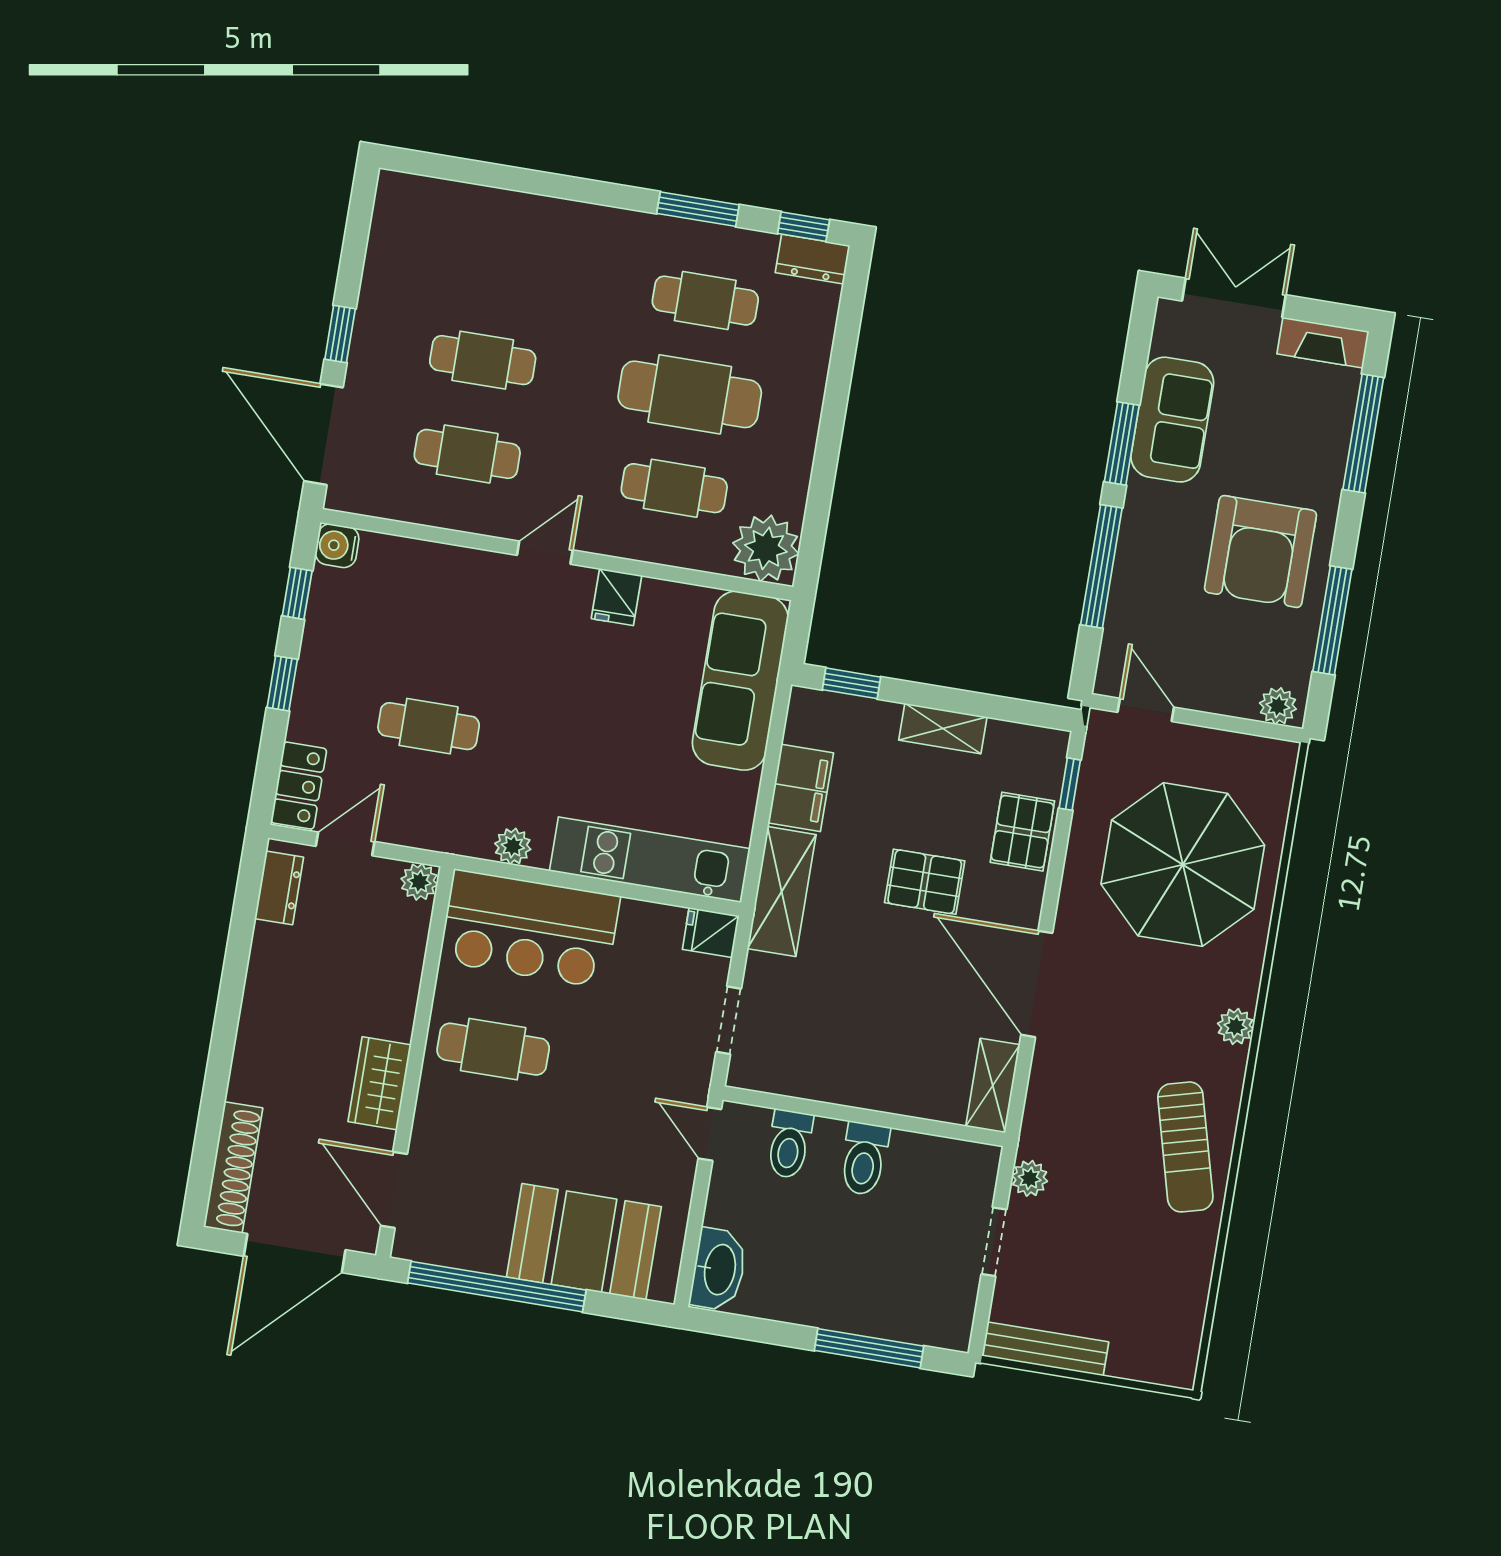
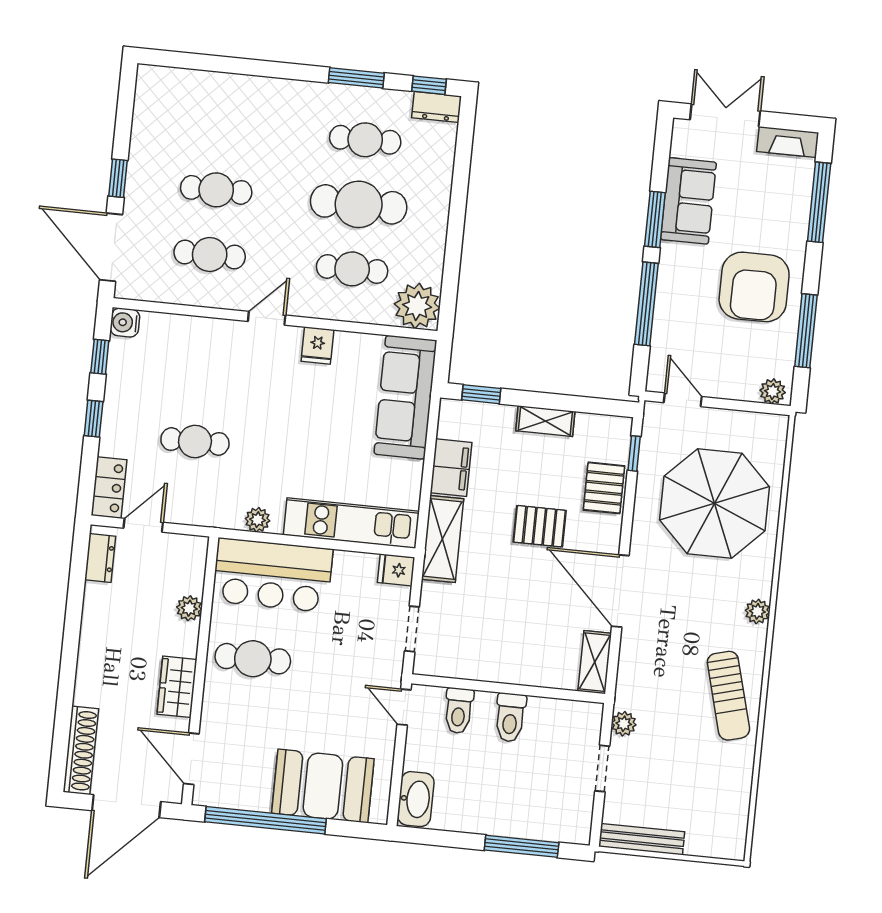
plant: (419, 882) -> (189, 608), moved

